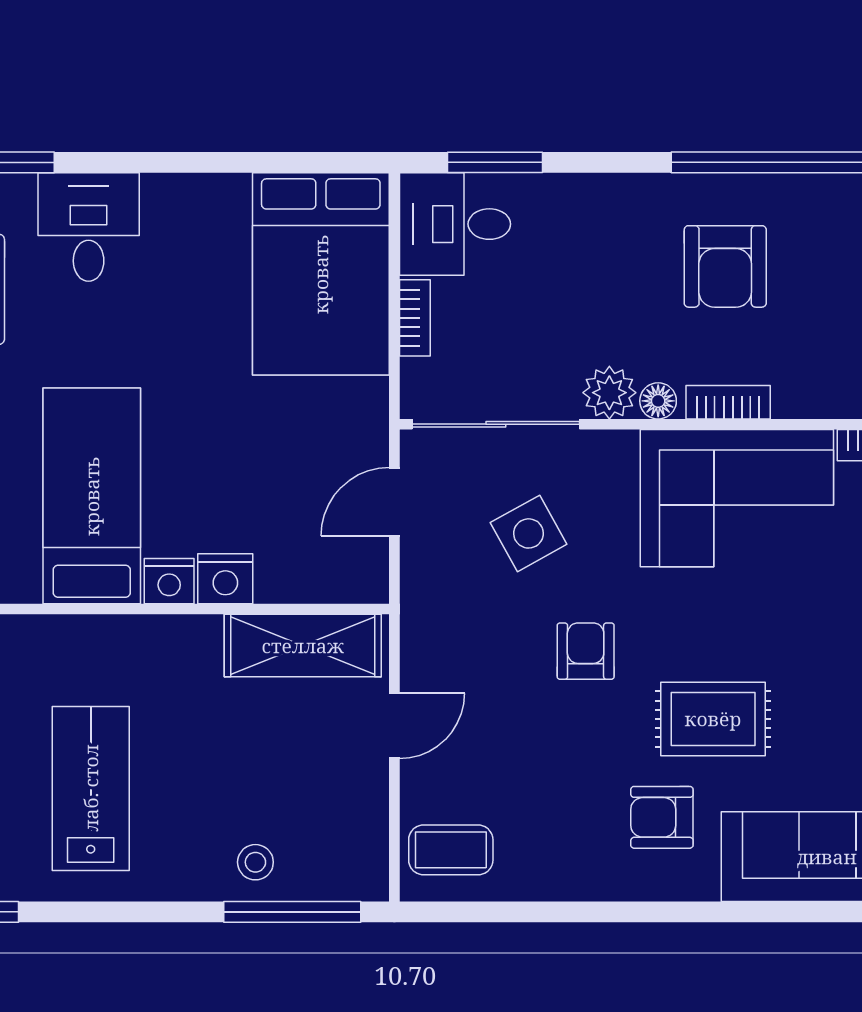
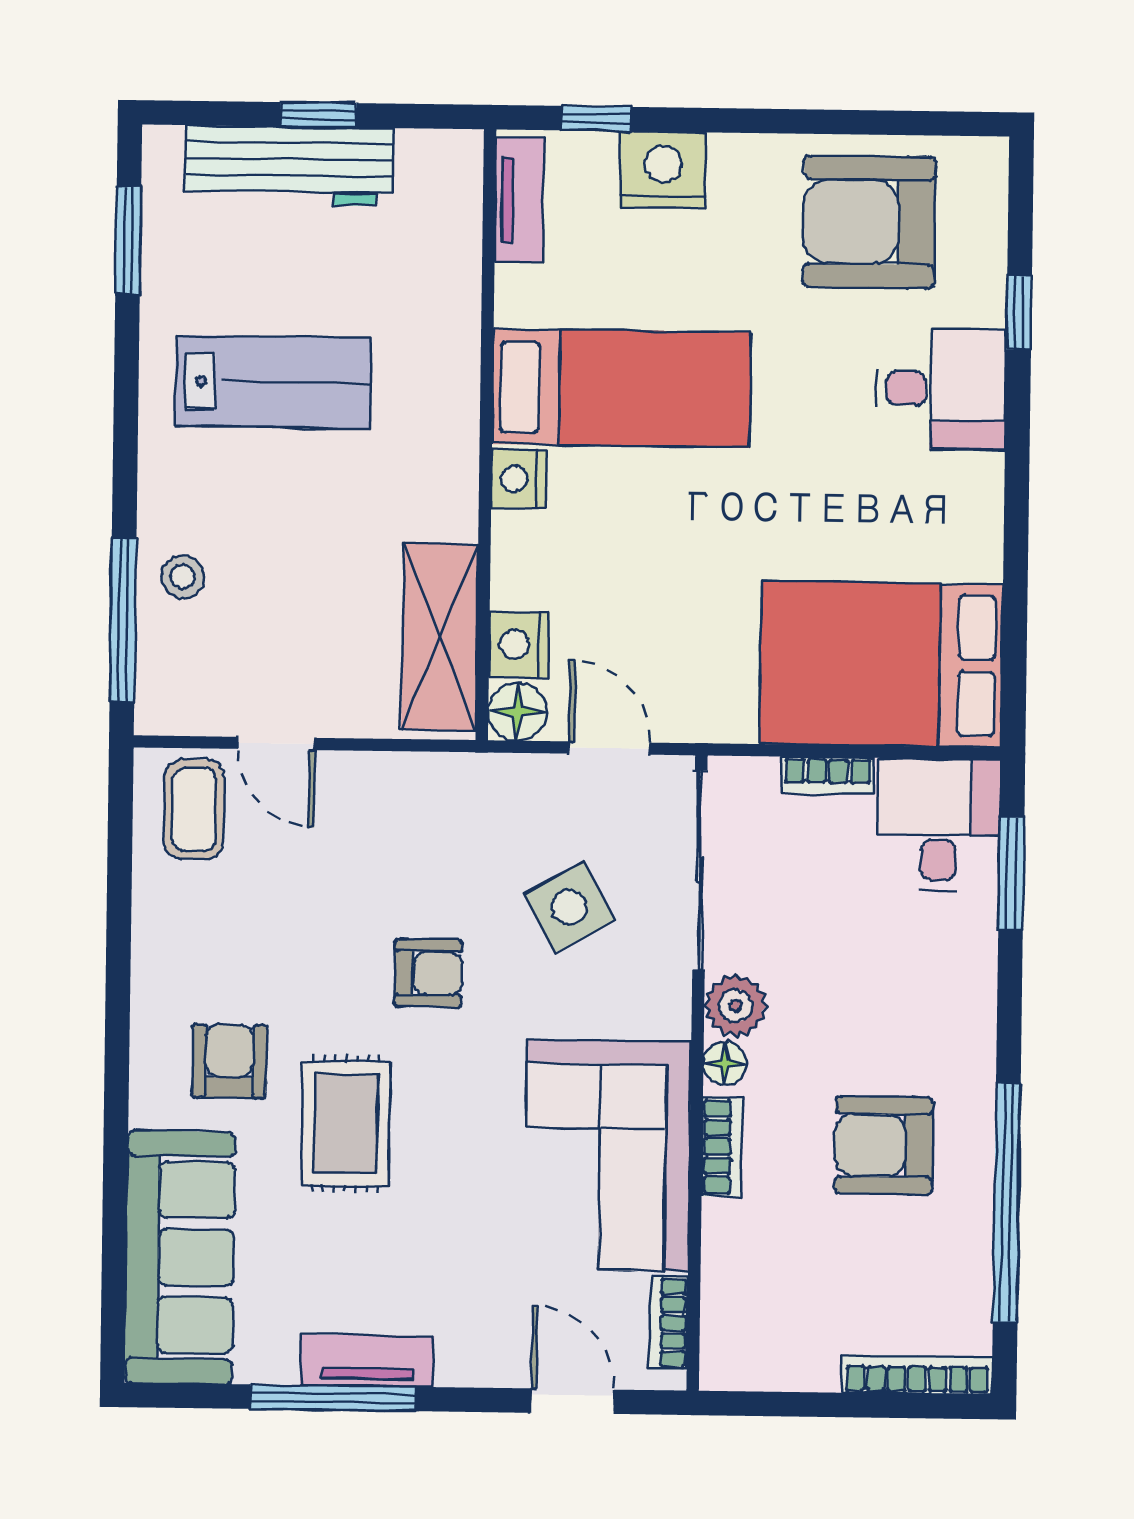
nightstand: (225, 579) -> (519, 645), moved
floor lamp: (365, 579) -> (517, 711), added
door: (394, 726) -> (277, 743), moved

